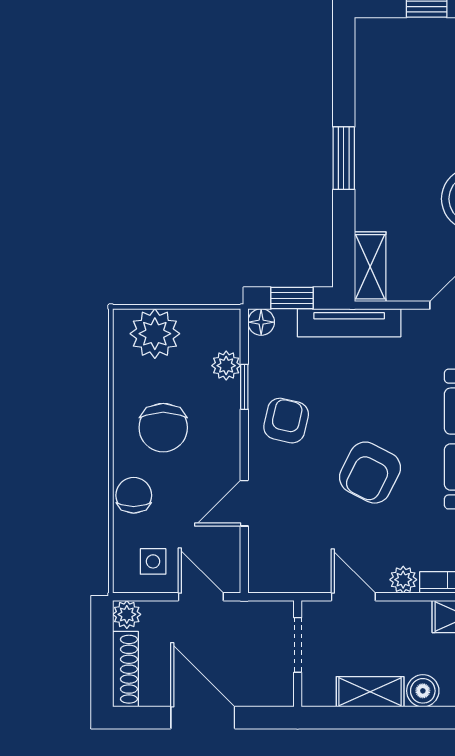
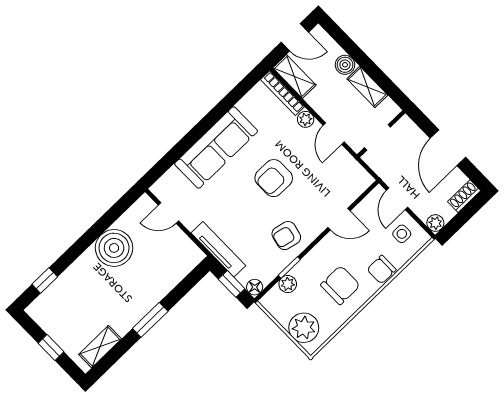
shelving: (370, 267) -> (100, 347), moved
armchair: (370, 473) -> (274, 178), turned 153
shoe rack: (126, 669) -> (464, 196), width x0.70

